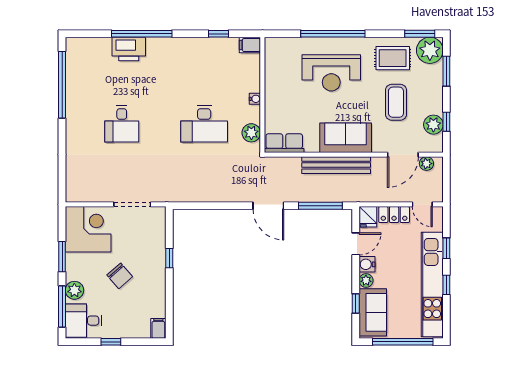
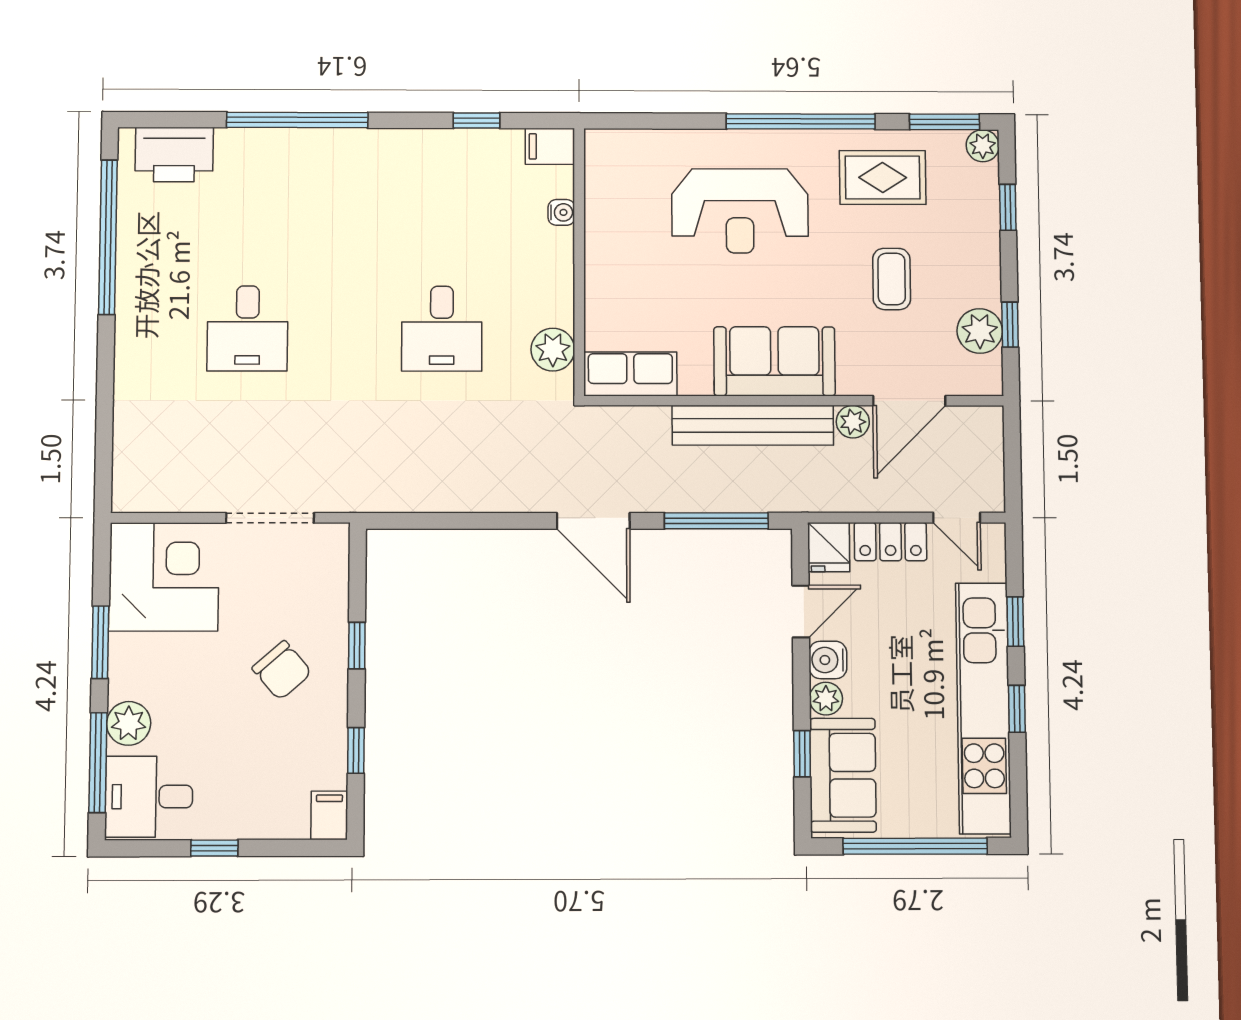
window: (333, 34) -> (801, 121), moved
printer: (129, 49) -> (174, 155), moved
plant: (430, 50) -> (983, 146), width x0.53, depth x0.53
window: (446, 71) -> (1008, 207), width x0.67
water cooler: (255, 99) -> (561, 212), moved
coffee table: (396, 102) -> (892, 279), width x0.73, depth x0.77
desk: (204, 124) -> (442, 329), width x0.73
plant: (426, 164) -> (853, 422), moved
chair: (120, 276) -> (282, 670), moved
window: (169, 302) -> (356, 750), added

